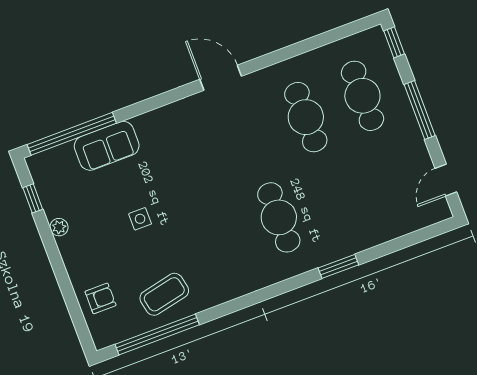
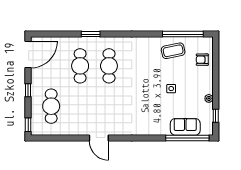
door: (221, 78) -> (99, 138), moved
window: (420, 110) -> (28, 90), width x0.46
cafe table: (306, 117) -> (80, 66), moved
sofa: (107, 146) -> (185, 127), moved
door: (446, 180) -> (28, 54), width x1.87

